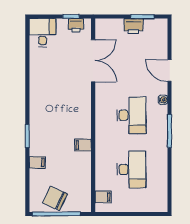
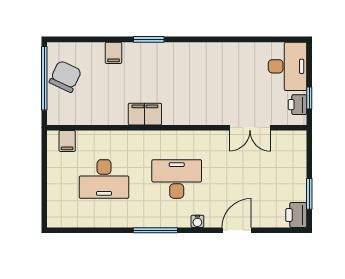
printer: (133, 26) -> (296, 215), moved
desk: (42, 33) -> (288, 66), width x1.37
double door: (93, 61) -> (250, 128), width x0.73
desk: (131, 115) -> (177, 179), turned 180
filing cabinet: (83, 145) -> (145, 114), width x2.00

